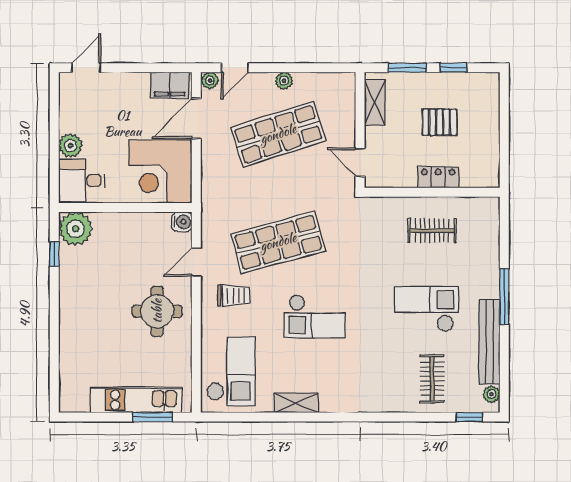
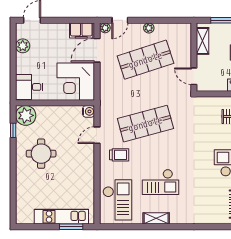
plant: (71, 146) -> (23, 46), moved
round table: (157, 311) -> (41, 154), moved
checkout: (315, 316) -> (161, 182), moved

